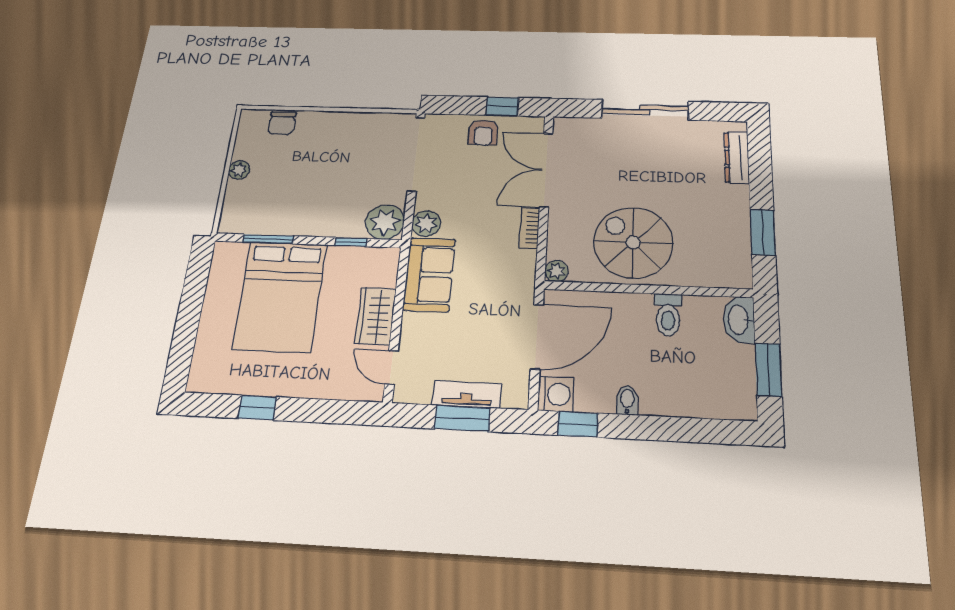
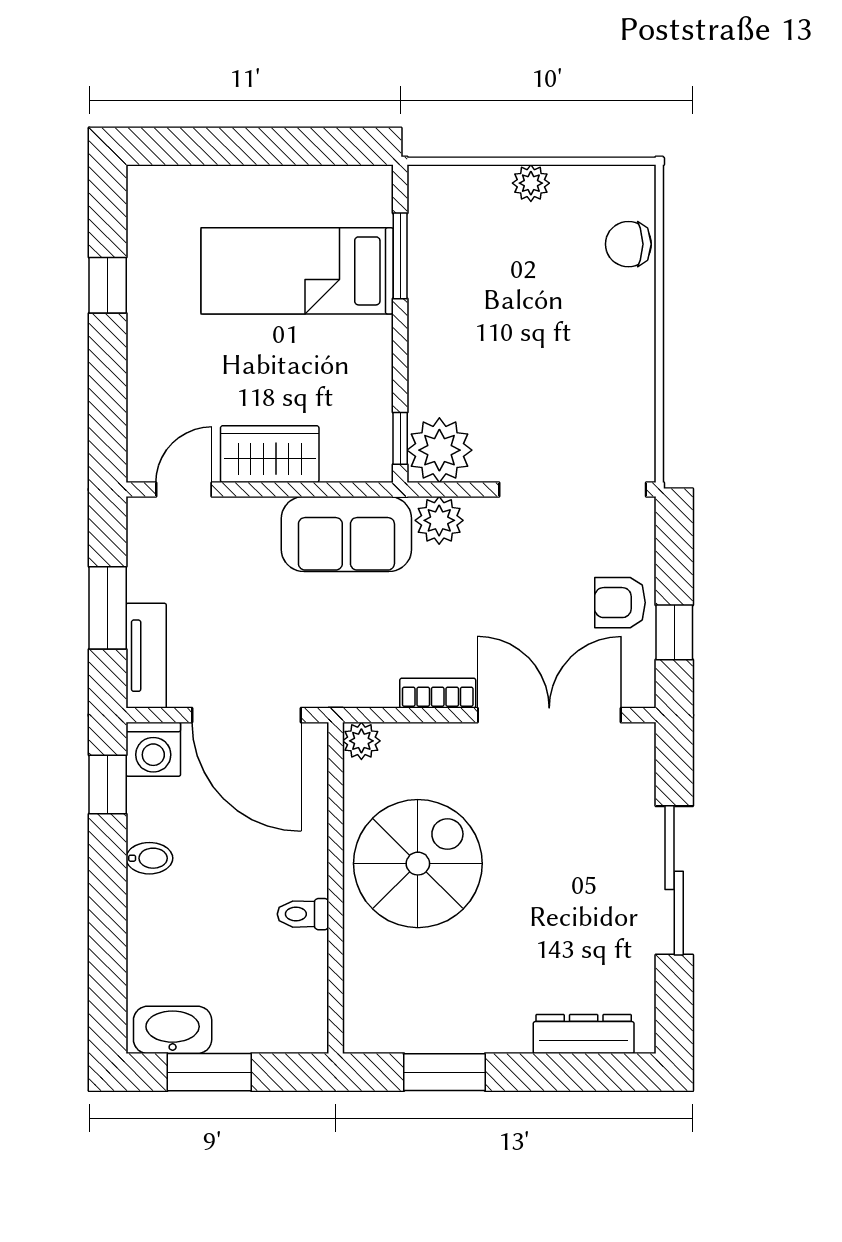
window: (351, 242) -> (400, 438), moved
bed: (280, 296) -> (297, 271), width x0.67
toilet: (668, 315) -> (303, 914), width x0.73, depth x0.72
washbasin: (739, 320) -> (173, 1030), moved
tv unit: (467, 394) -> (146, 656), moved

